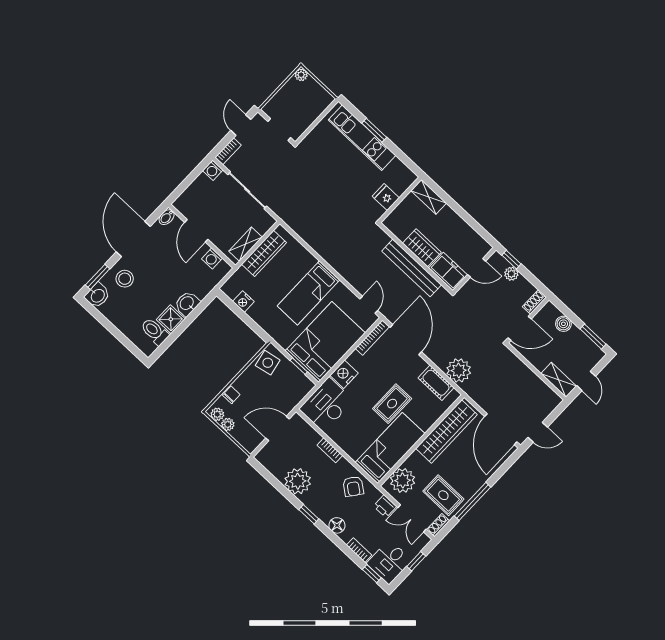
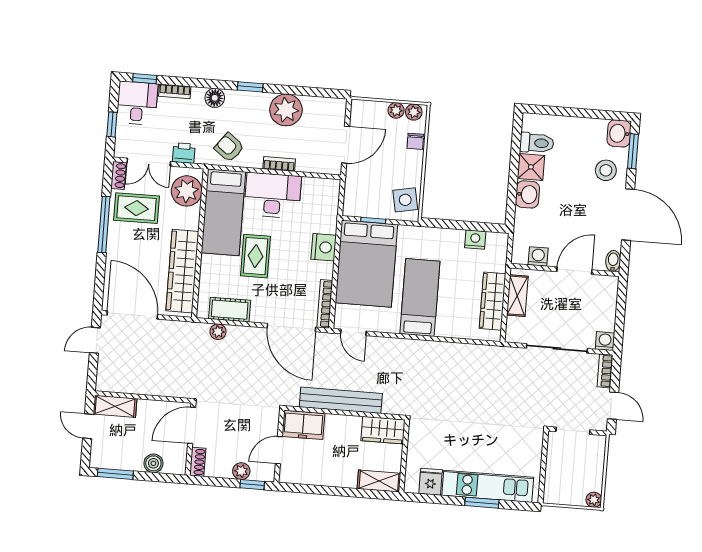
fridge: (386, 197) -> (431, 482), moved, turned -90
door: (196, 231) -> (574, 271), hinge flipped
wardrobe: (422, 248) -> (383, 430), moved
plant: (459, 370) -> (218, 332), width x0.53, depth x0.53
desk: (326, 405) -> (273, 195), moved, turned -90
double door: (412, 518) -> (149, 162), swing flipped

